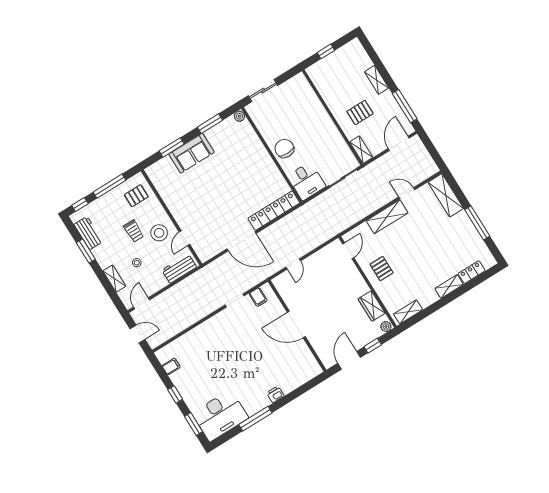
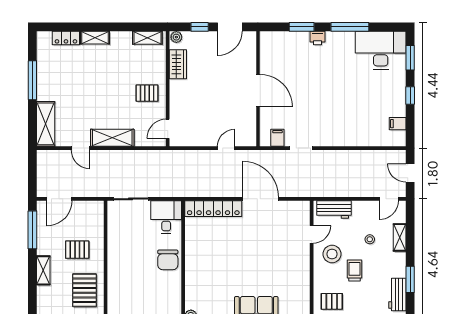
pallet: (335, 84) -> (85, 290), added
shelving: (361, 150) -> (98, 215), removed
pallet: (382, 269) -> (147, 93), turned 90
window: (293, 395) -> (302, 27), added

